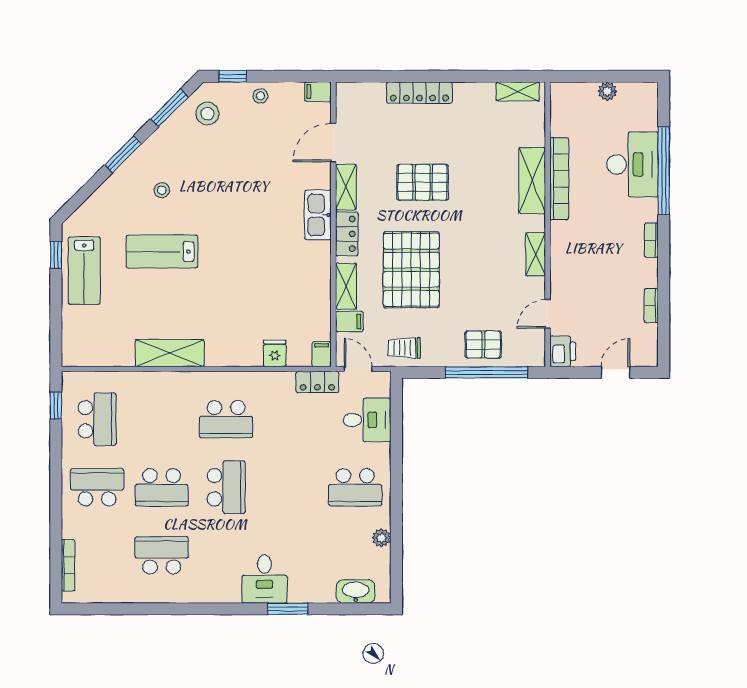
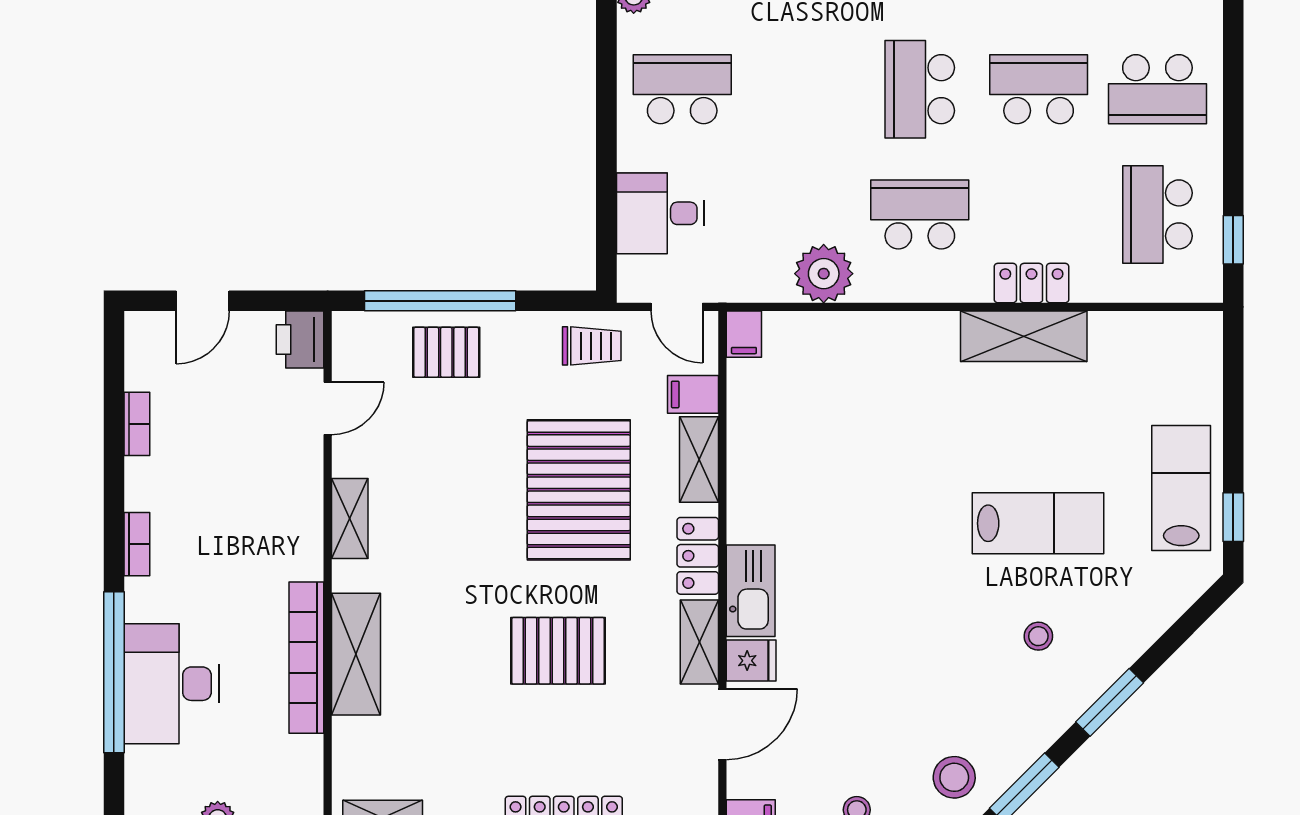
fridge: (275, 353) -> (751, 661), moved, turned -90
locker: (317, 382) -> (1031, 283), moved
plant: (278, 387) -> (824, 274), added

